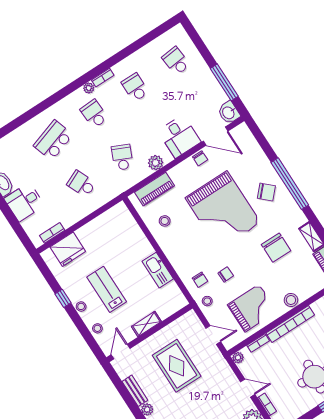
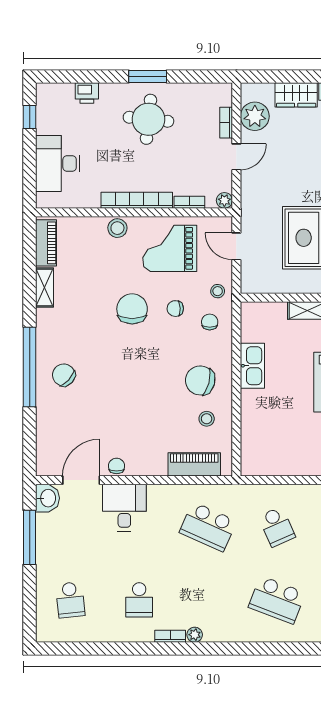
school desk: (94, 114) -> (208, 600), removed
door: (216, 136) -> (81, 480), hinge flipped
school desk: (53, 140) -> (277, 600), turned 39
school desk: (122, 157) -> (208, 527), width x1.85
plant: (156, 163) -> (173, 495), removed
grand piano: (223, 210) -> (129, 387), removed
chair: (183, 241) -> (200, 380), added
chair: (276, 248) -> (132, 309), moved
door: (248, 388) -> (236, 157), swing flipped

